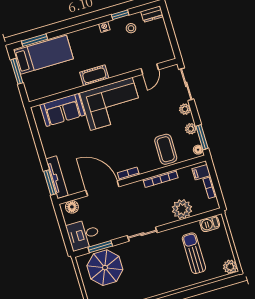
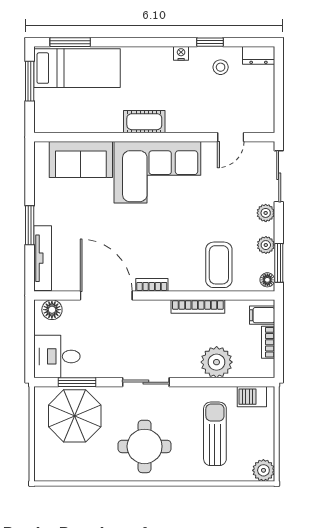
window: (50, 183) -> (30, 225), moved
round table: (153, 274) -> (145, 446), added

